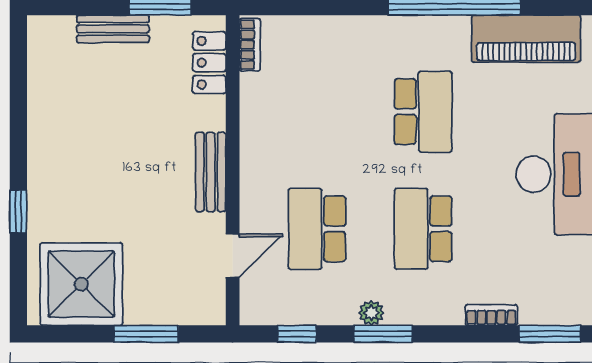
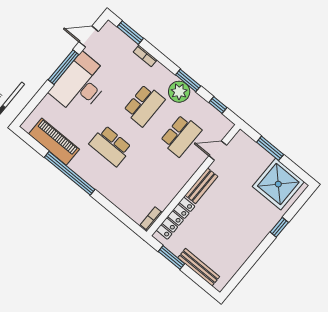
bench: (113, 29) -> (199, 267), width x1.36
locker: (209, 63) -> (175, 218), width x1.53
school desk: (423, 112) -> (110, 146), turned -90
plant: (371, 313) -> (179, 92), width x1.88, depth x1.88

